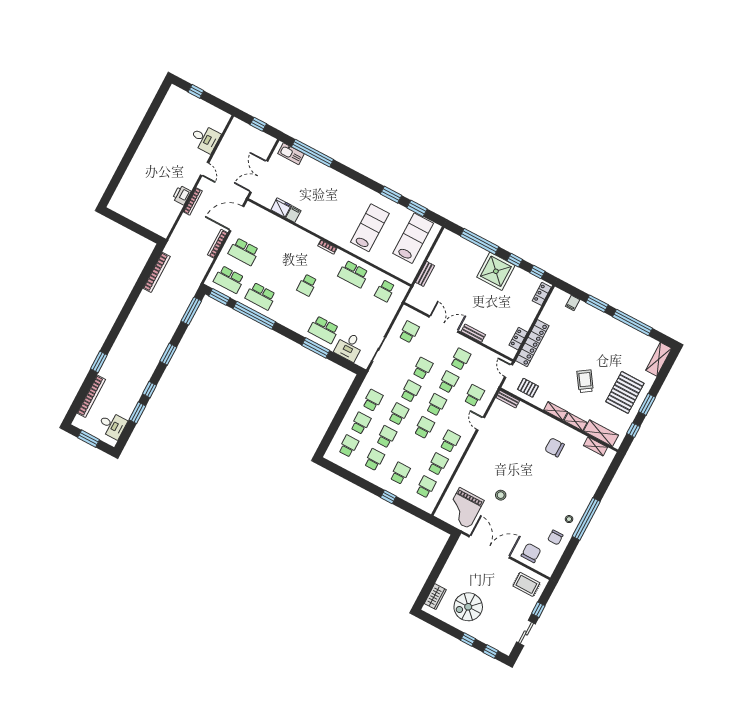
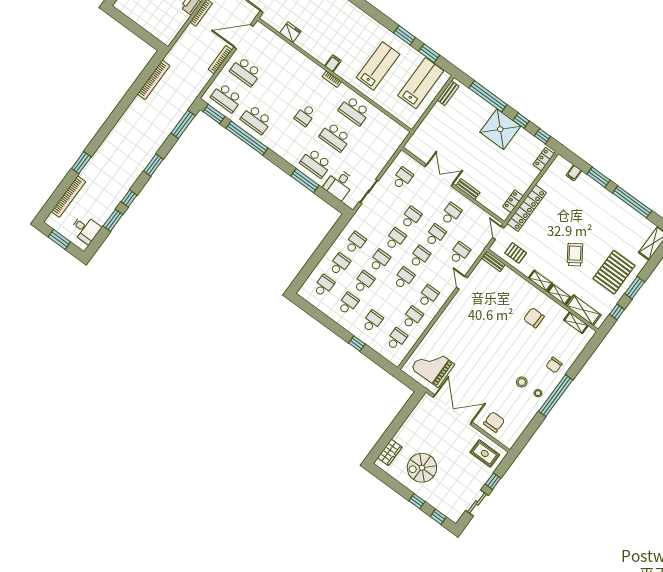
filing cabinet: (293, 214) -> (333, 63), moved
bench: (425, 274) -> (448, 93), moved
school desk: (385, 291) -> (335, 137), moved, width x1.85
stool: (501, 495) -> (522, 382), moved
grand piano: (464, 508) -> (433, 366), turned 89
chair: (555, 537) -> (554, 365), moved

